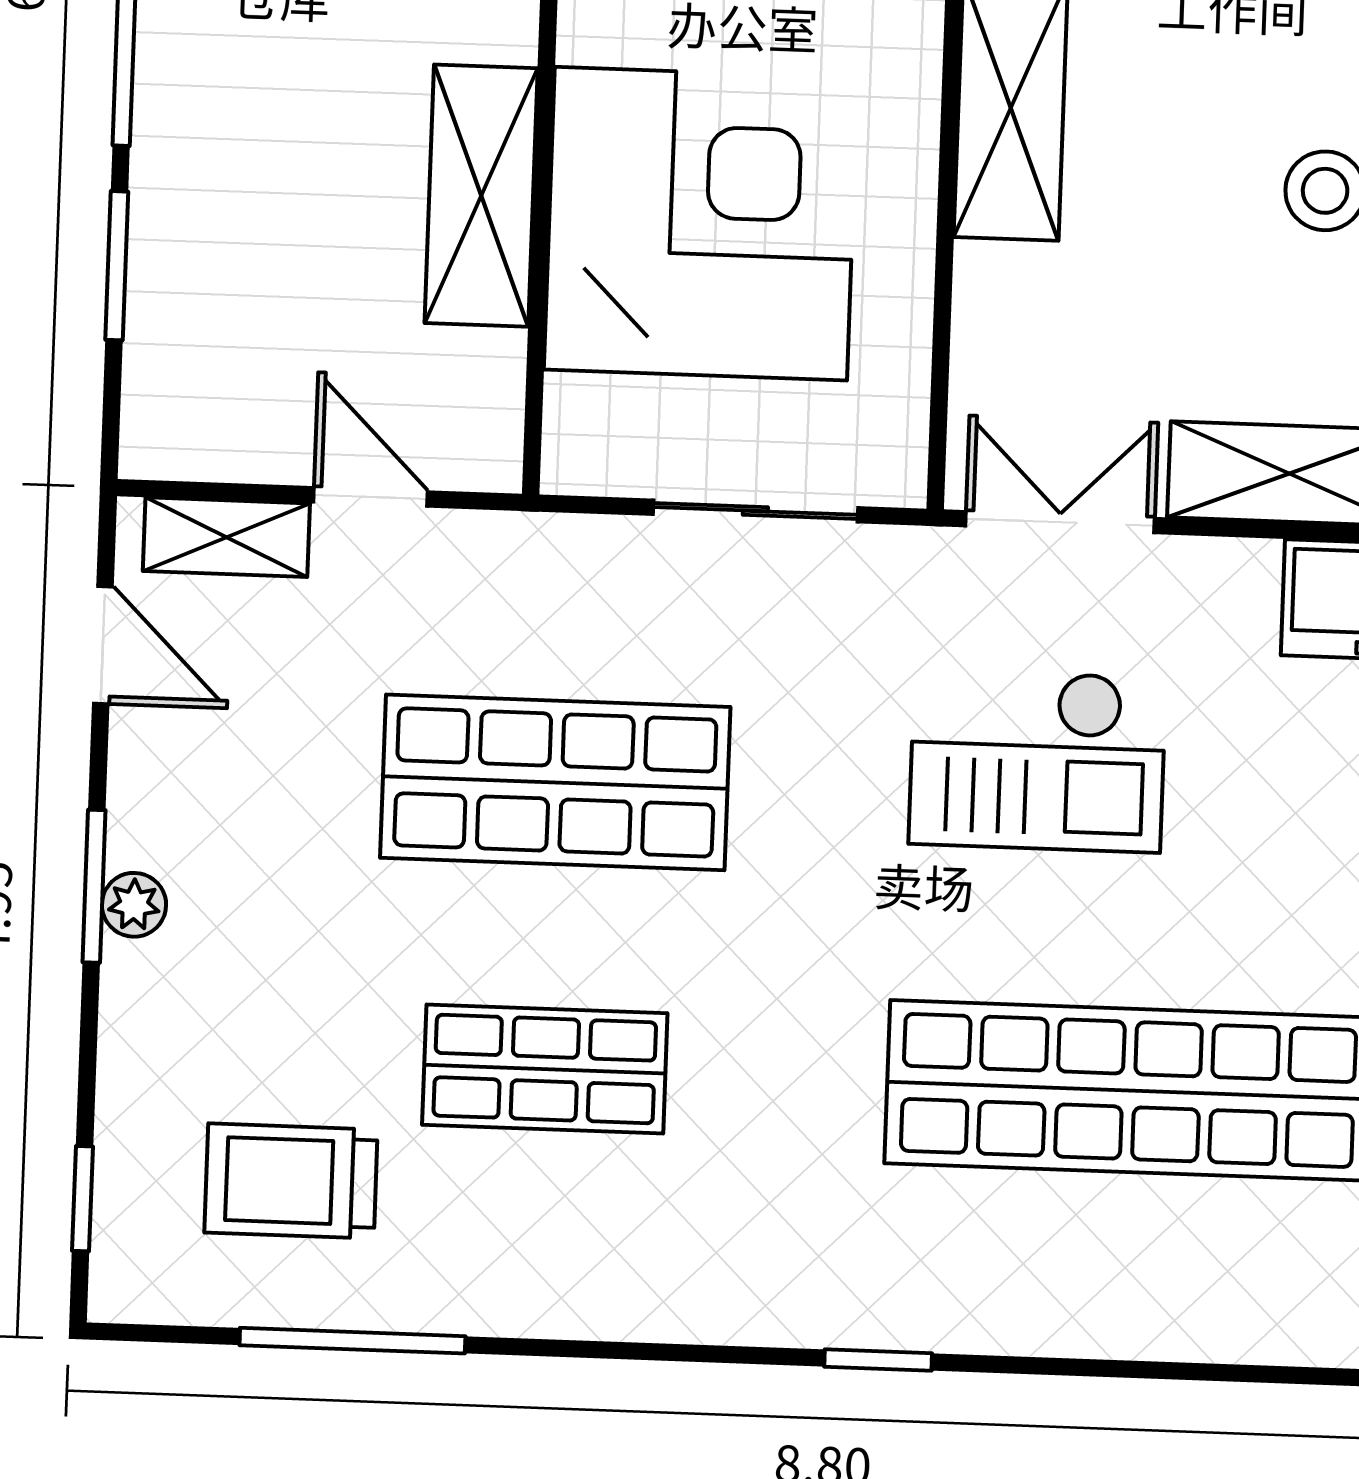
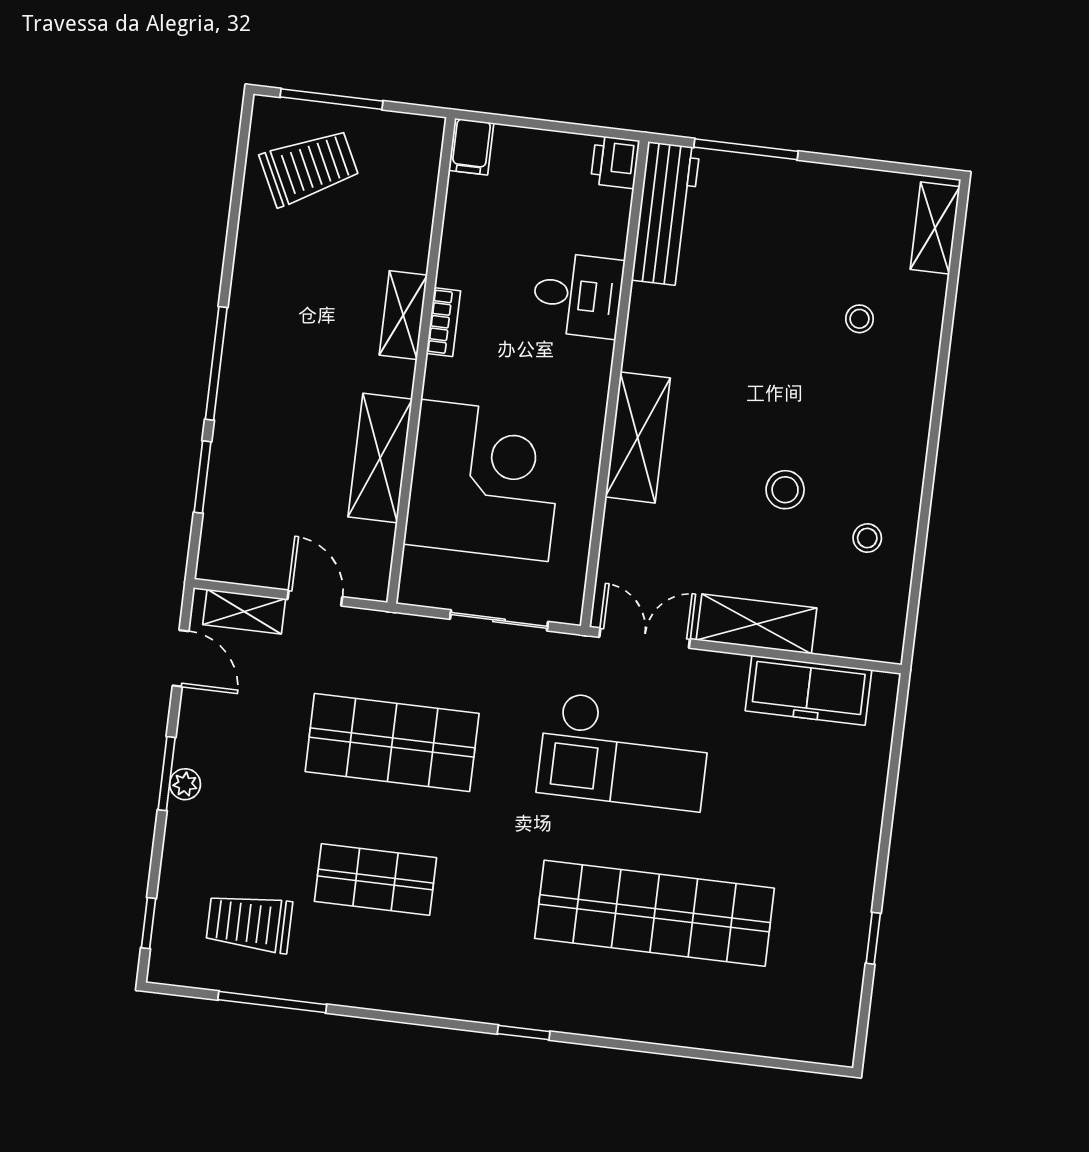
checkout: (1037, 760) -> (624, 751), width x1.36, depth x1.21

